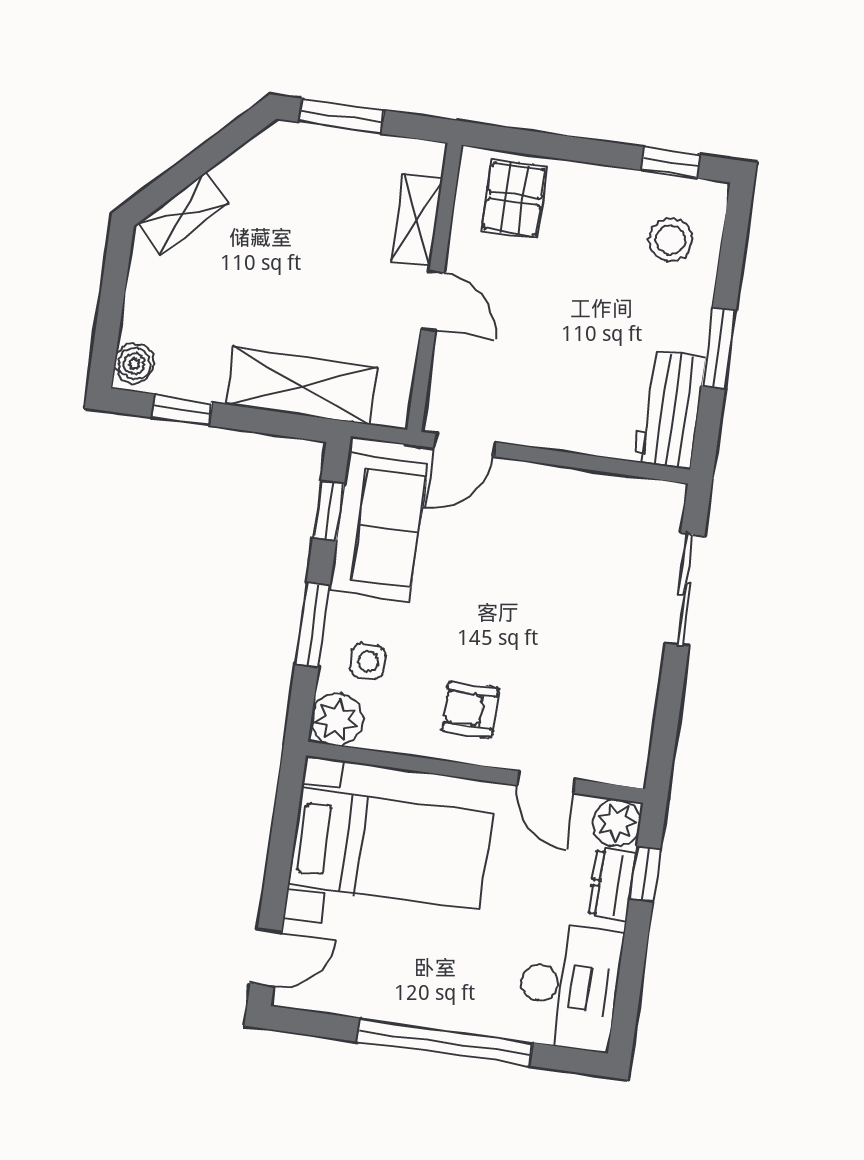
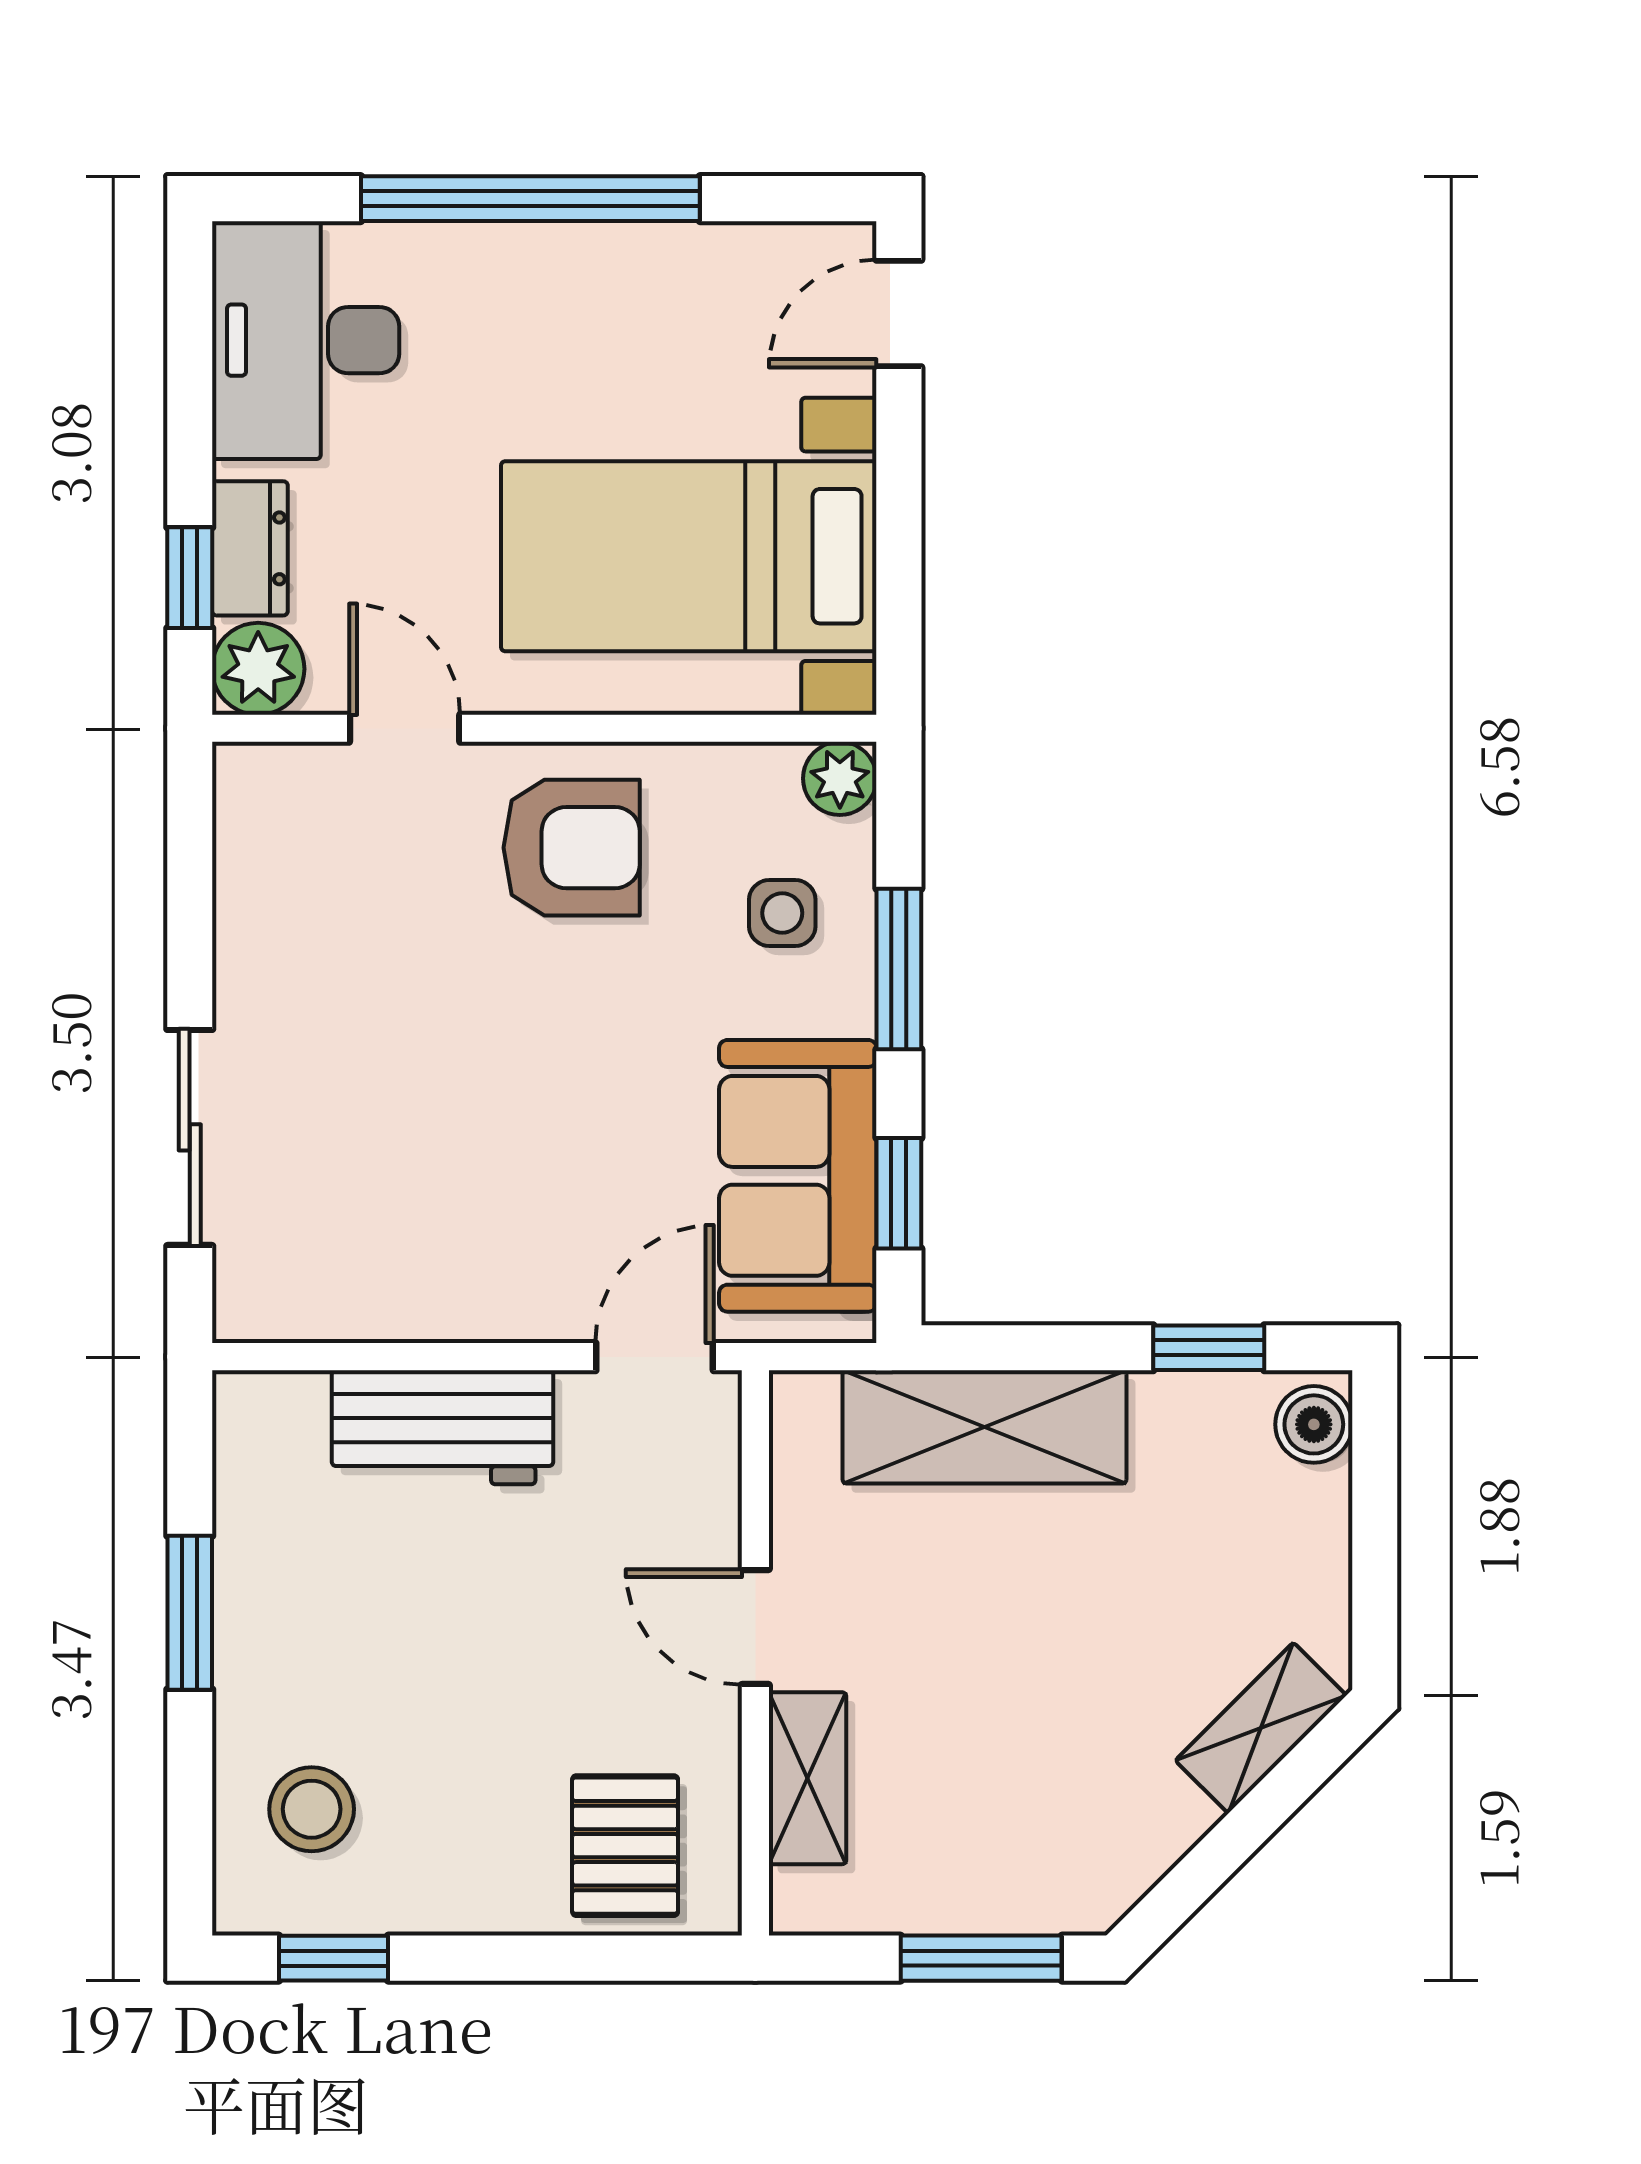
workbench: (669, 410) -> (443, 1427), moved, turned 90
armchair: (470, 710) -> (572, 848), width x1.38, depth x1.38
plant: (337, 720) -> (840, 778), width x0.73, depth x0.73

